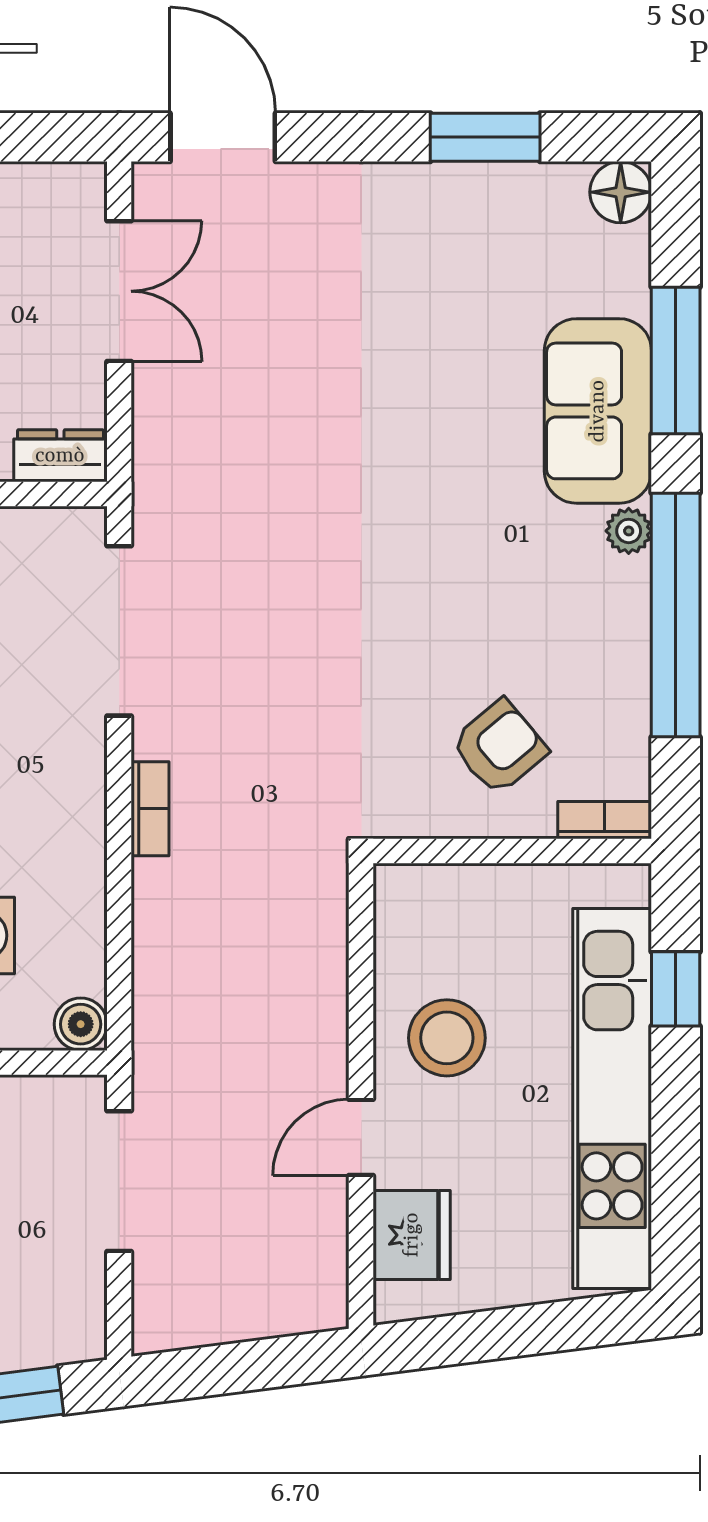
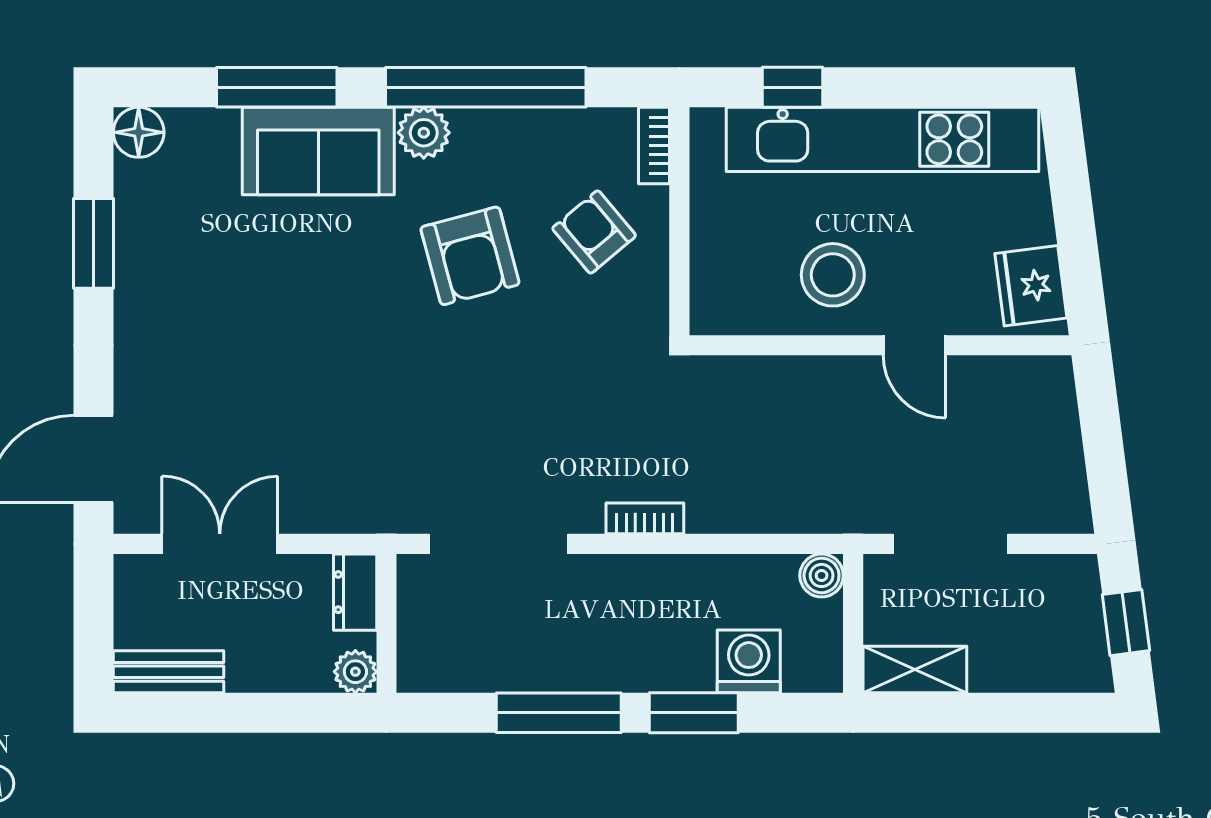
plant: (629, 531) -> (424, 133), width x1.38, depth x1.38
armchair: (470, 596) -> (470, 256), added
fridge: (412, 1235) -> (1031, 286), moved, turned -97

